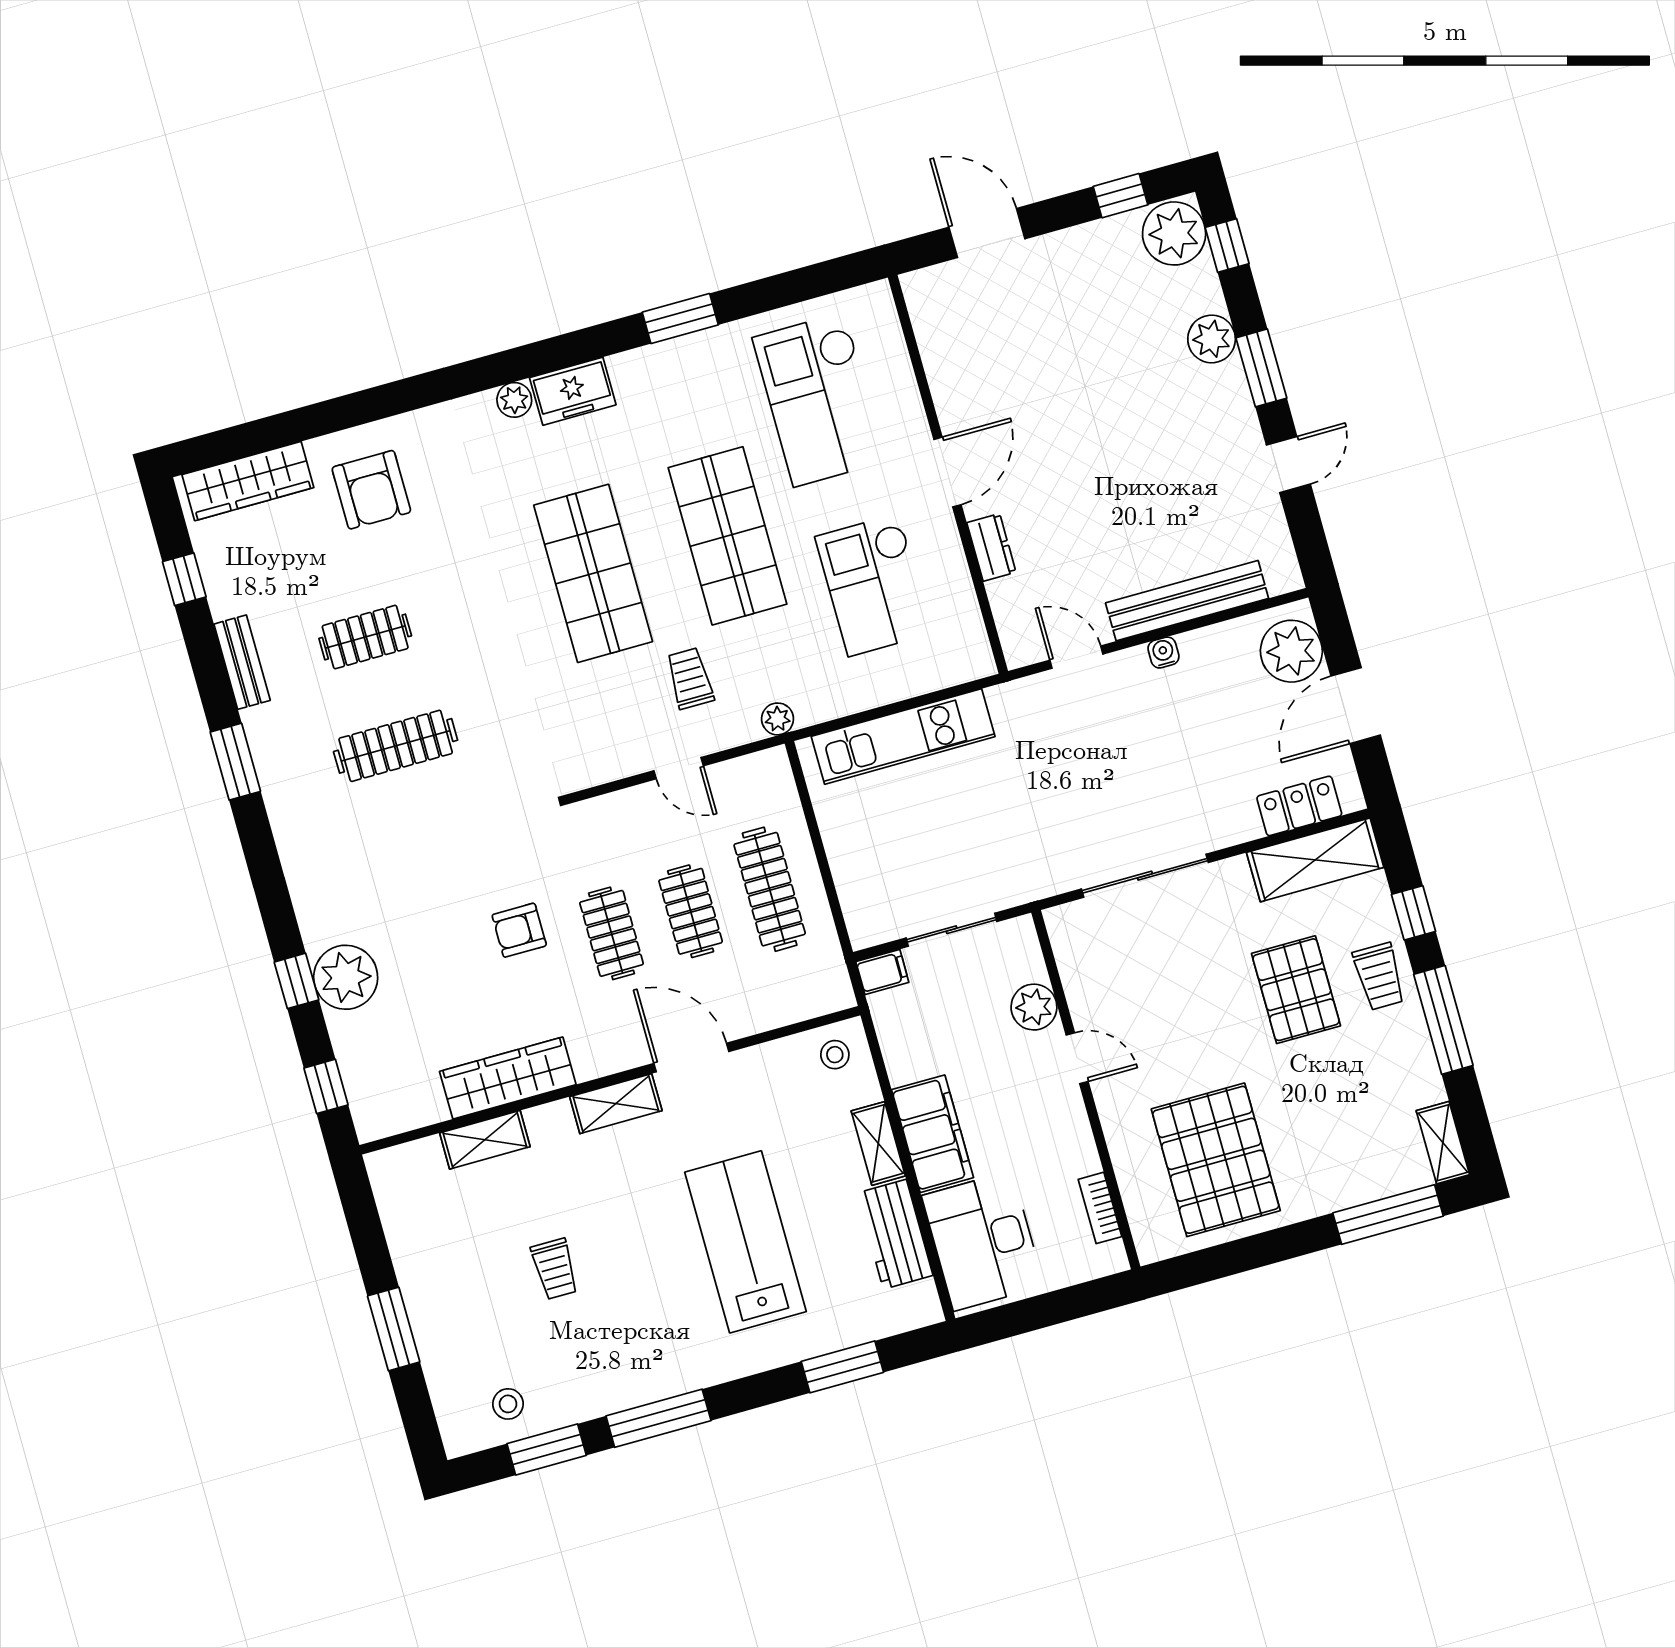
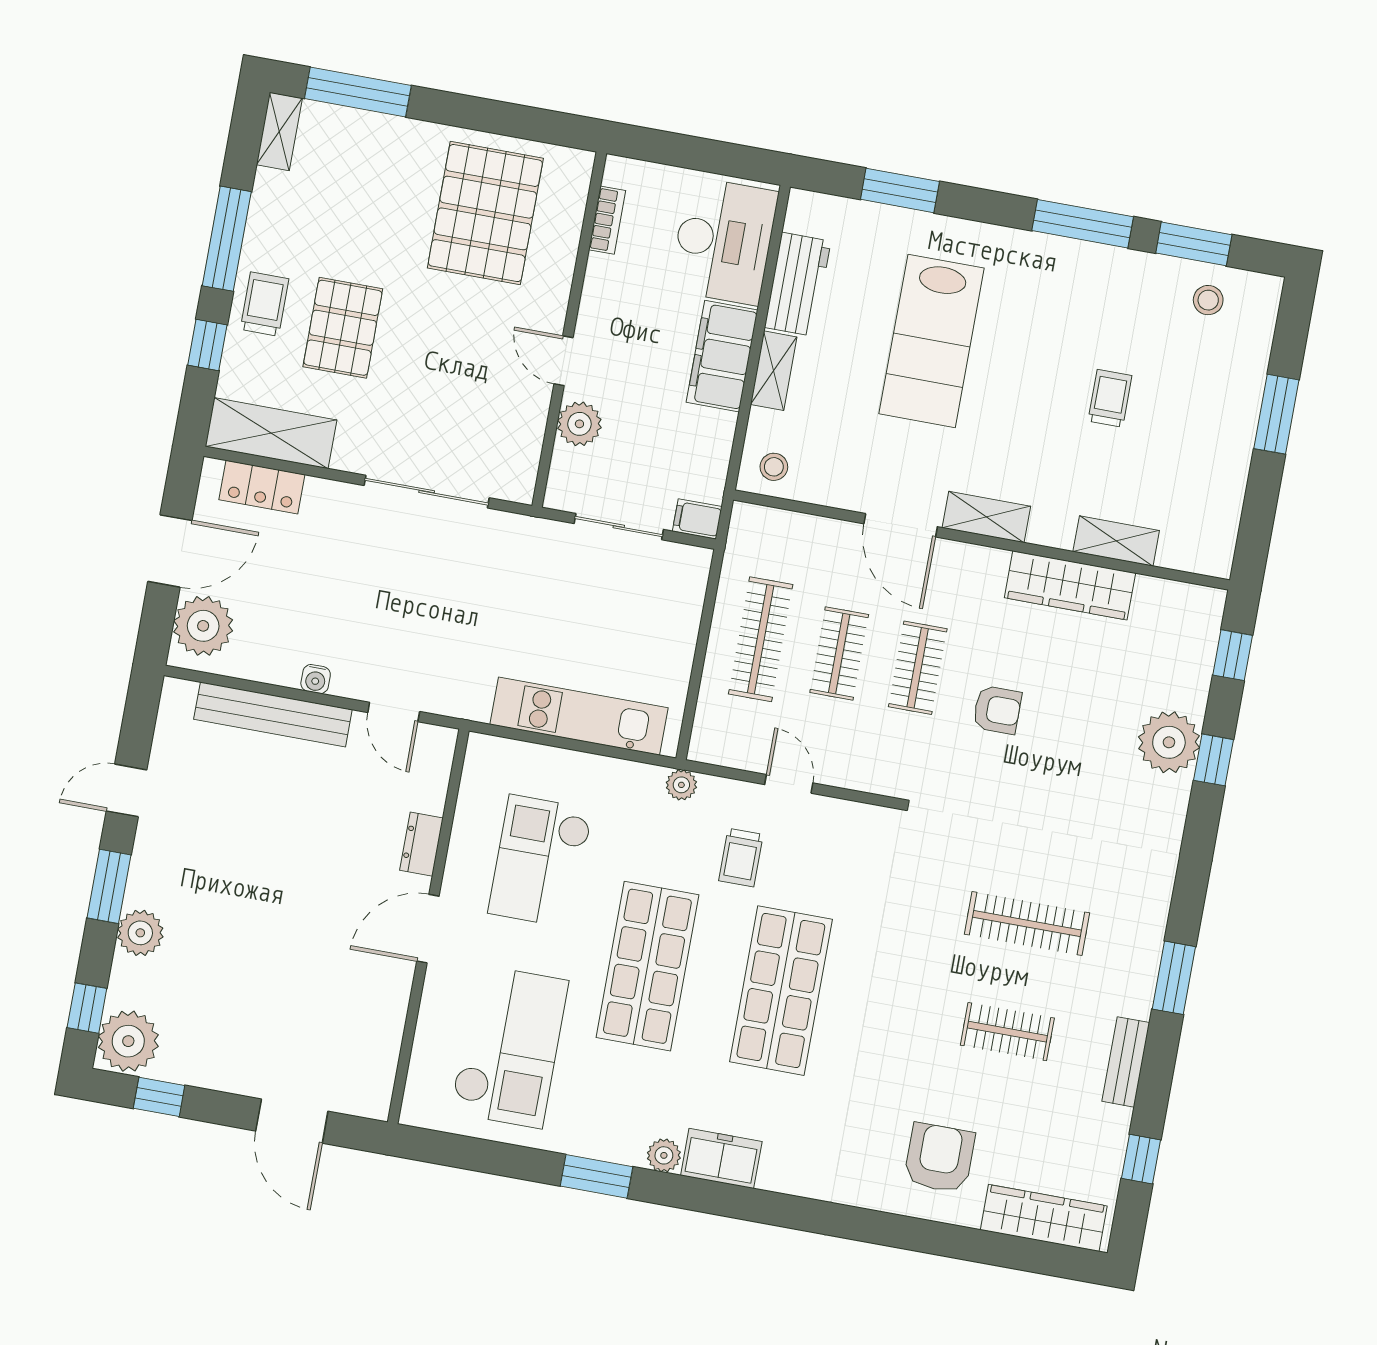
plant: (514, 400) -> (664, 1155), moved
checkout: (874, 585) -> (540, 861), turned 180

